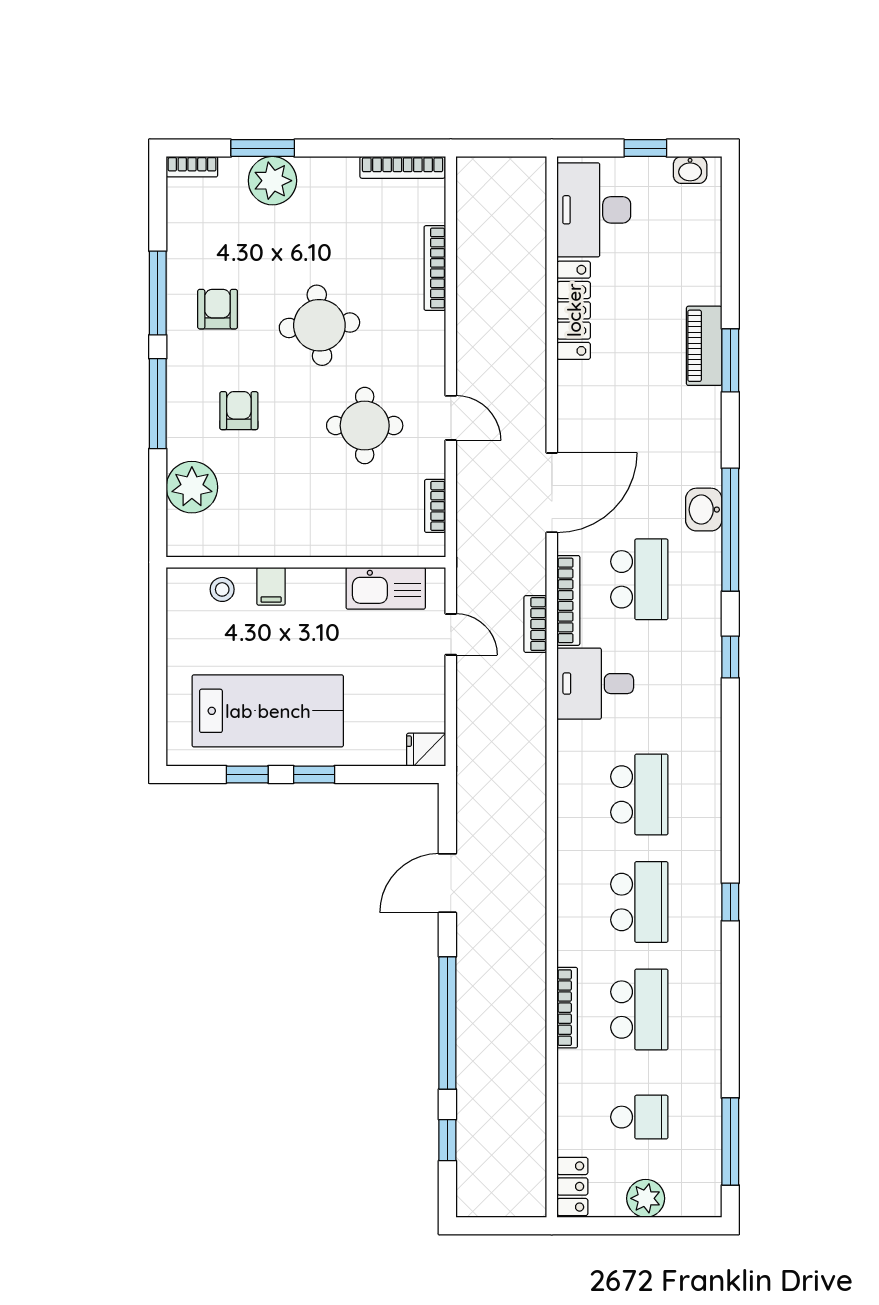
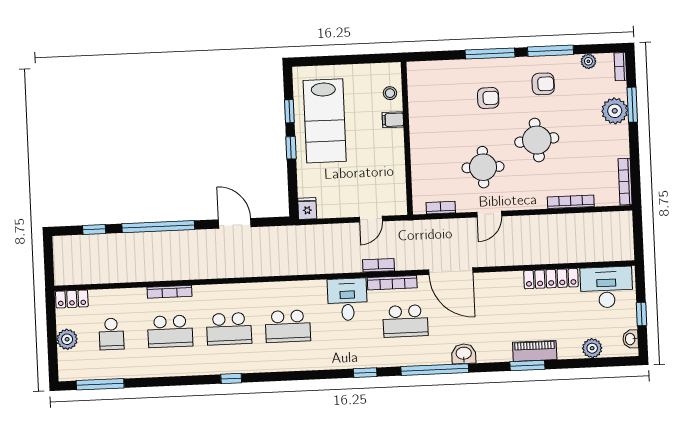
plant: (704, 241) -> (592, 348), added
plant: (192, 487) -> (588, 61), moved, width x0.53, depth x0.53
washbasin: (704, 510) -> (464, 354), moved
kitchen sink: (386, 588) -> (395, 183), removed

